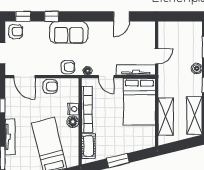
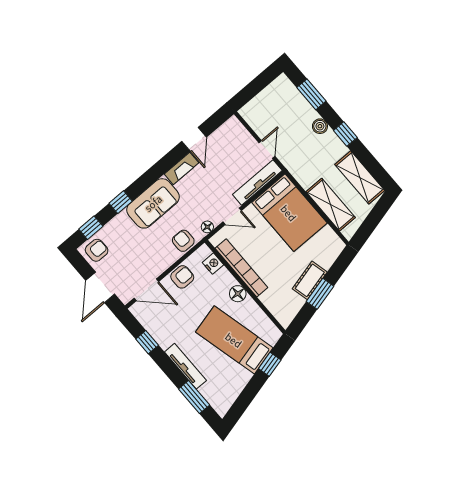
fireplace: (101, 27) -> (181, 168), added
armchair: (68, 67) -> (183, 241), turned -90
nightstand: (73, 109) -> (213, 264), moved
cot: (88, 146) -> (310, 280), moved, turned 76

